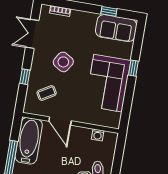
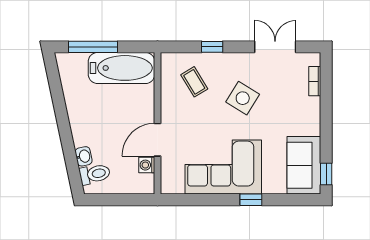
window: (109, 11) -> (326, 174), moved
door: (60, 121) -> (158, 140), moved

